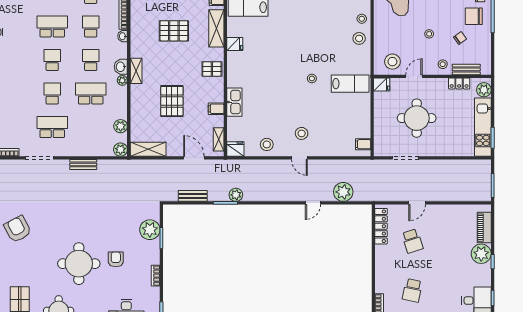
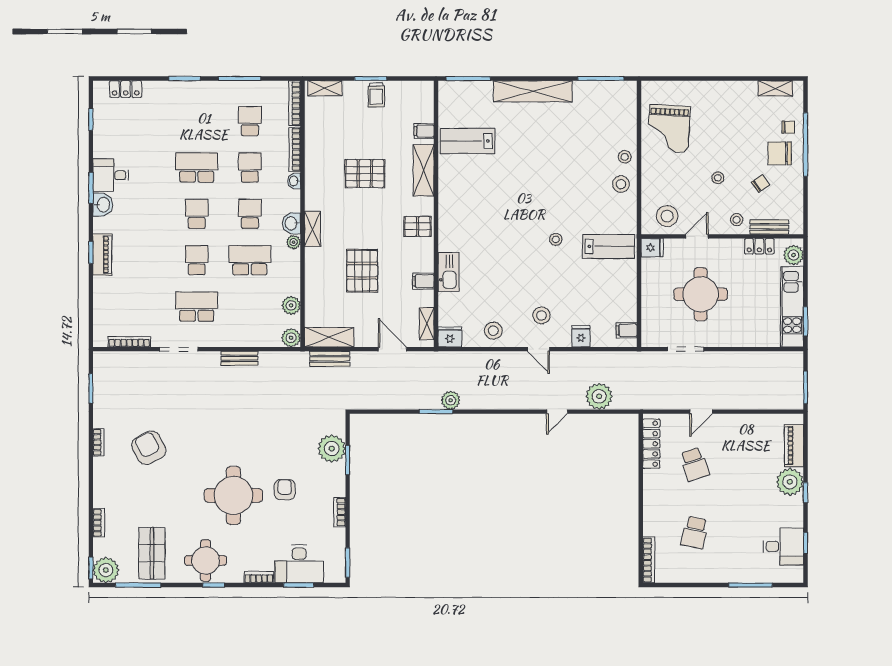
fridge: (235, 44) -> (581, 336), moved, turned -90
bench: (193, 196) -> (330, 359), moved

